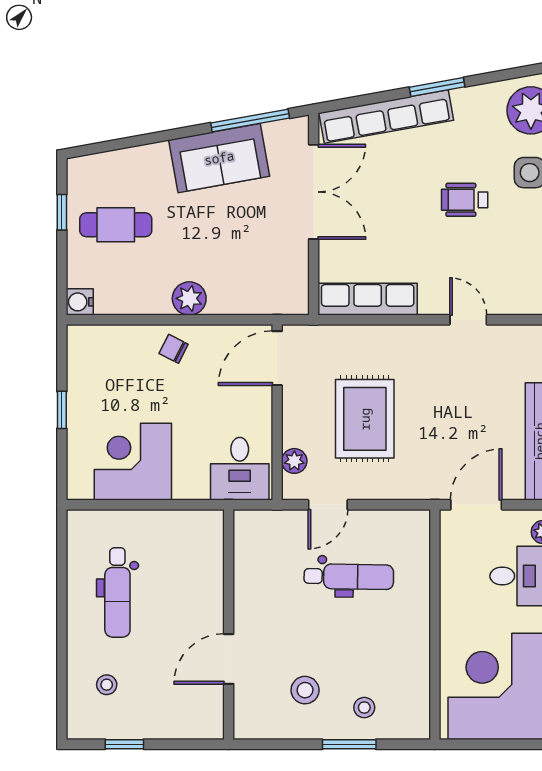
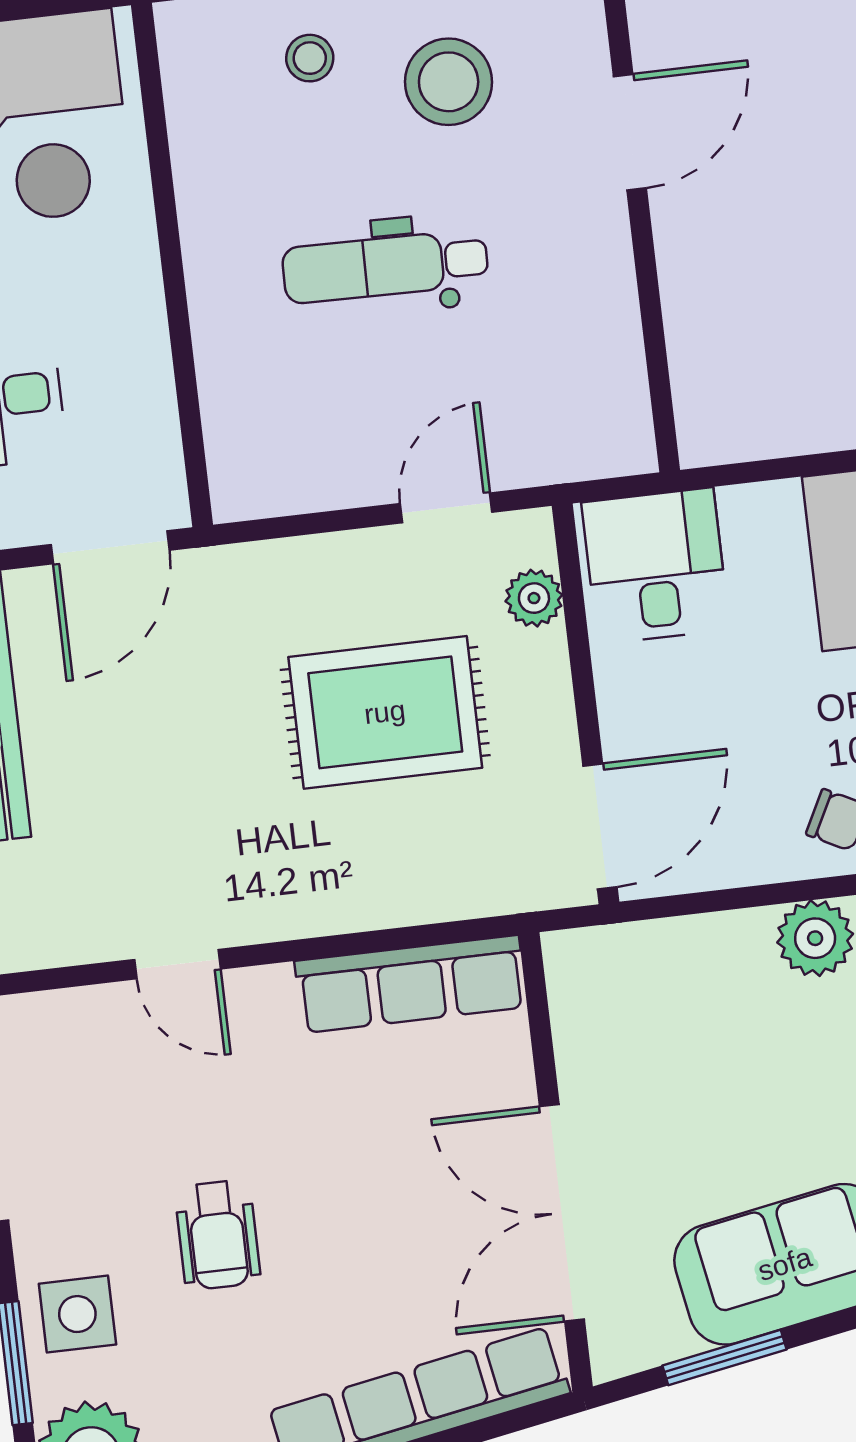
window: (250, 121) -> (725, 1357), width x0.69
wheelchair: (465, 200) -> (218, 1235), turned 90
rug: (365, 419) -> (385, 712), turned 90
dental chair: (349, 577) -> (385, 266), moved
stool: (305, 690) -> (449, 82), width x1.38, depth x1.38

